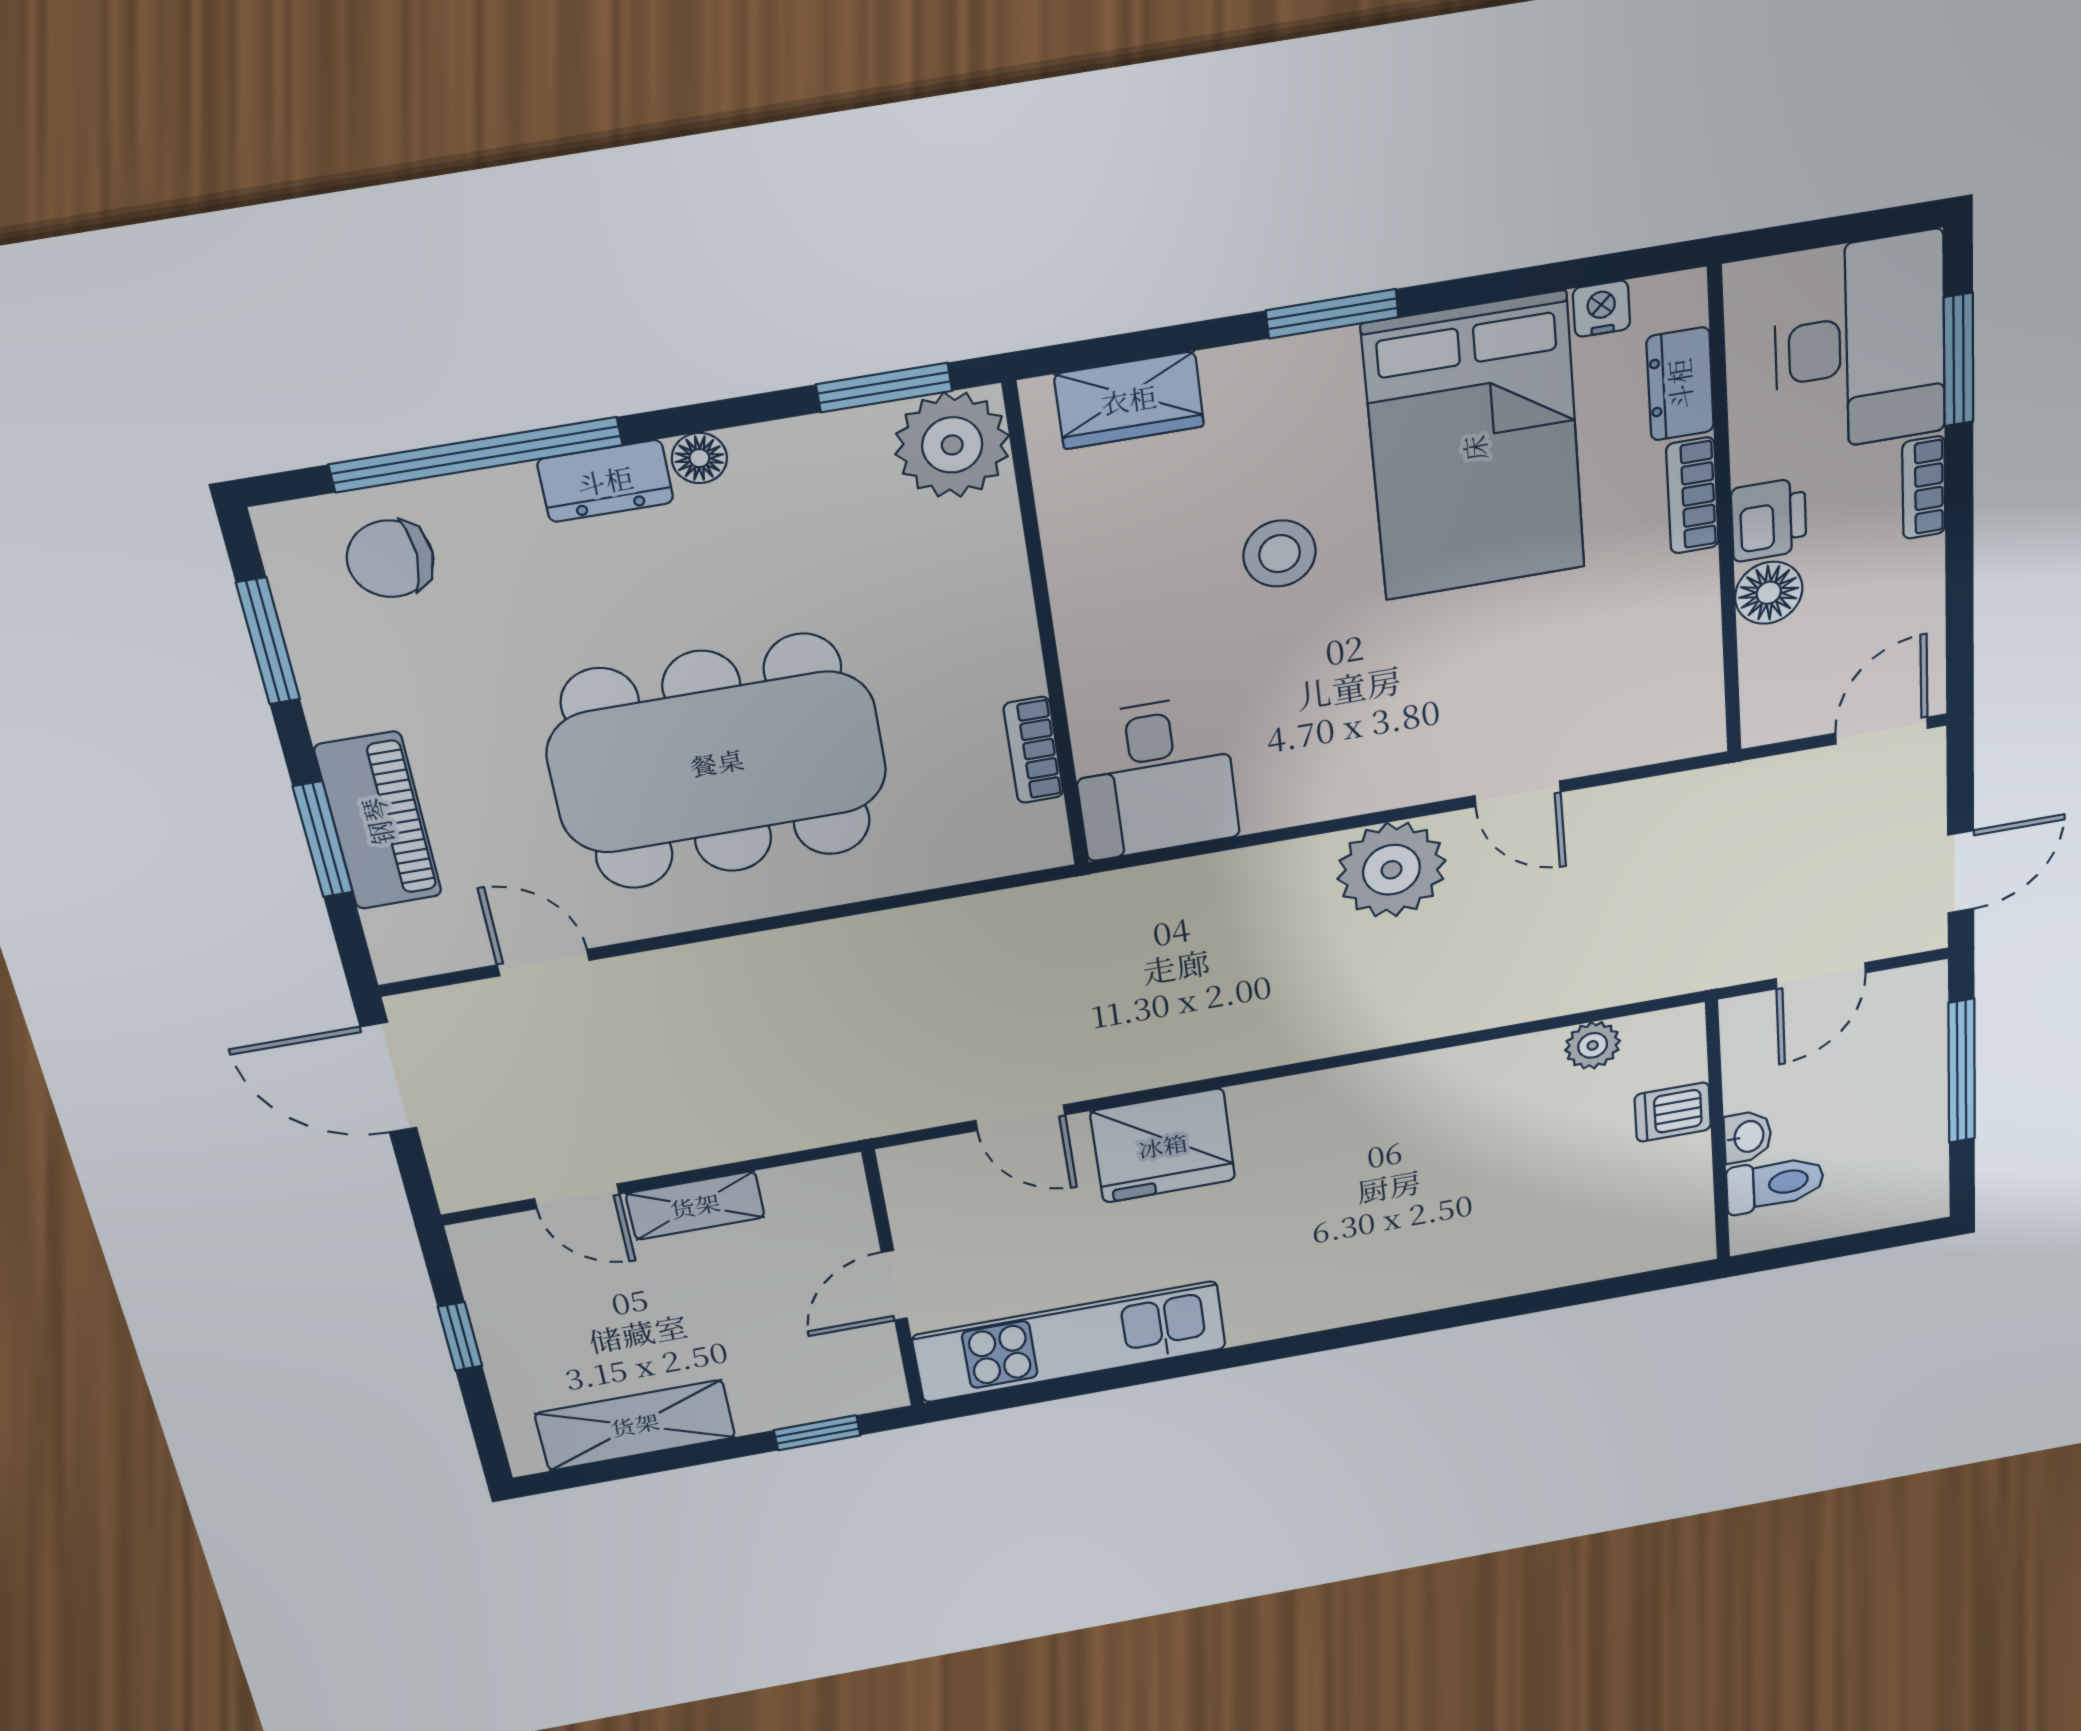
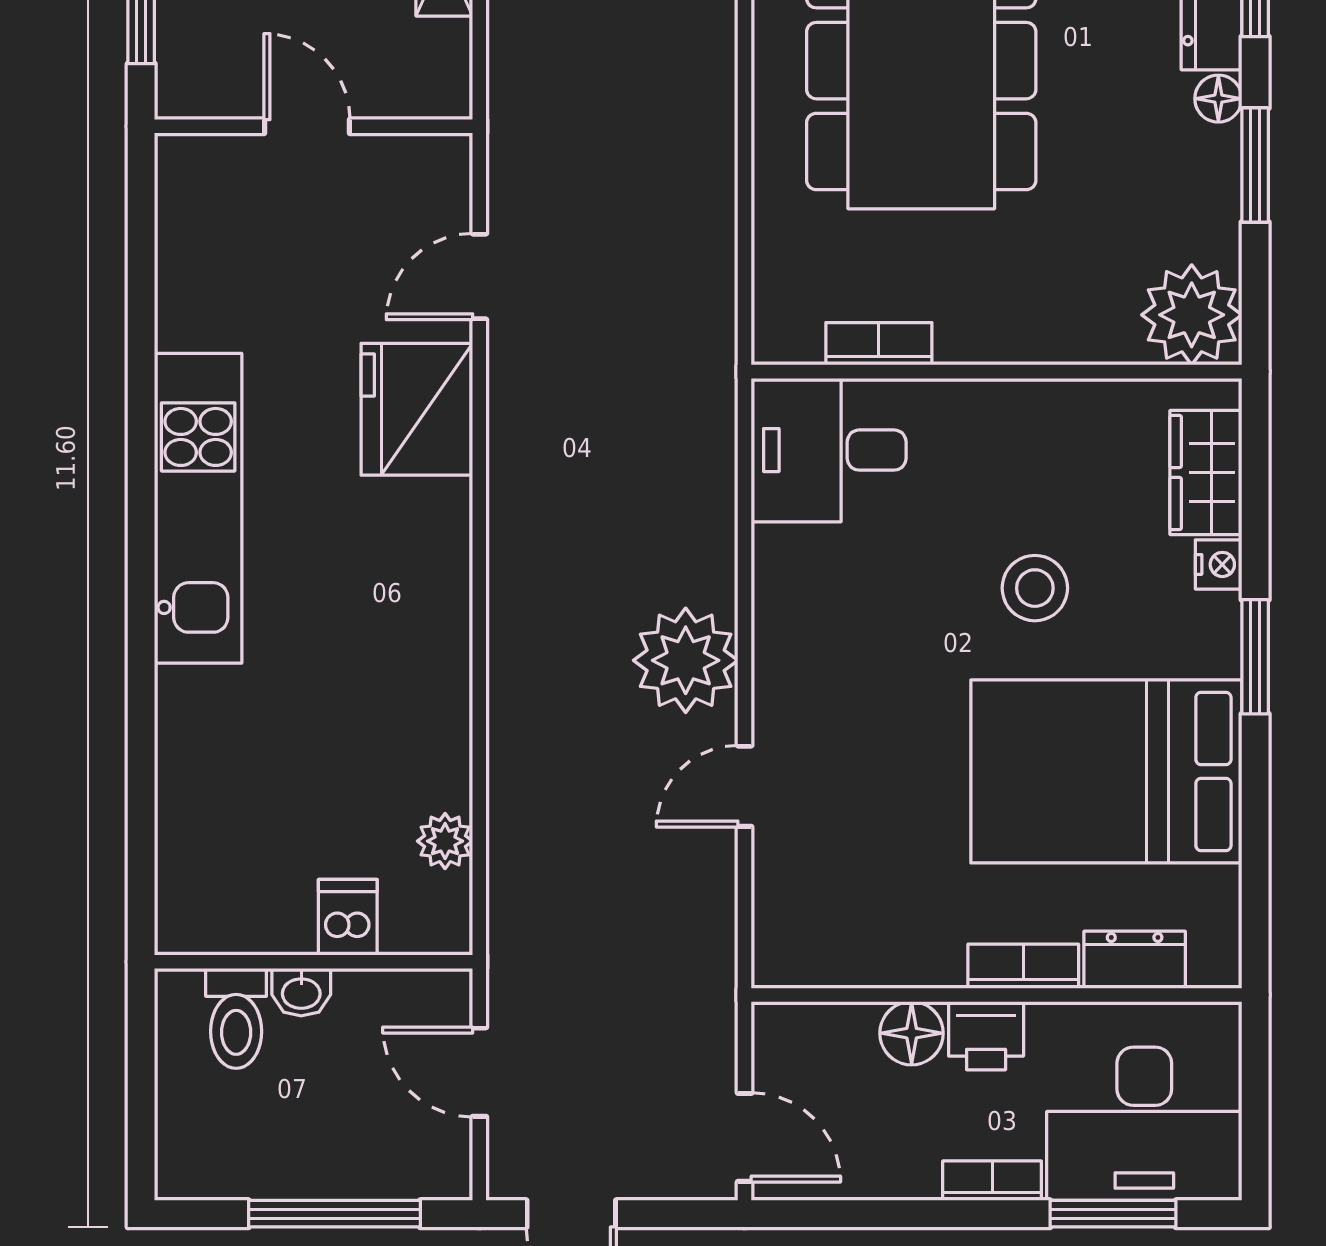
nightstand: (1601, 309) -> (1219, 564), moved
window: (884, 388) -> (1255, 165), moved
kitchen unit: (1070, 1342) -> (198, 508), moved

